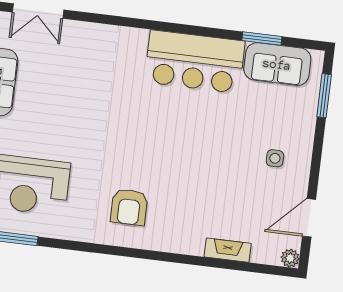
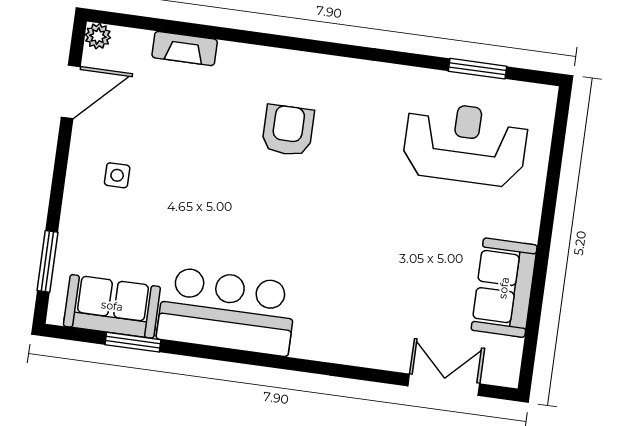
armchair: (129, 207) -> (288, 130), moved

